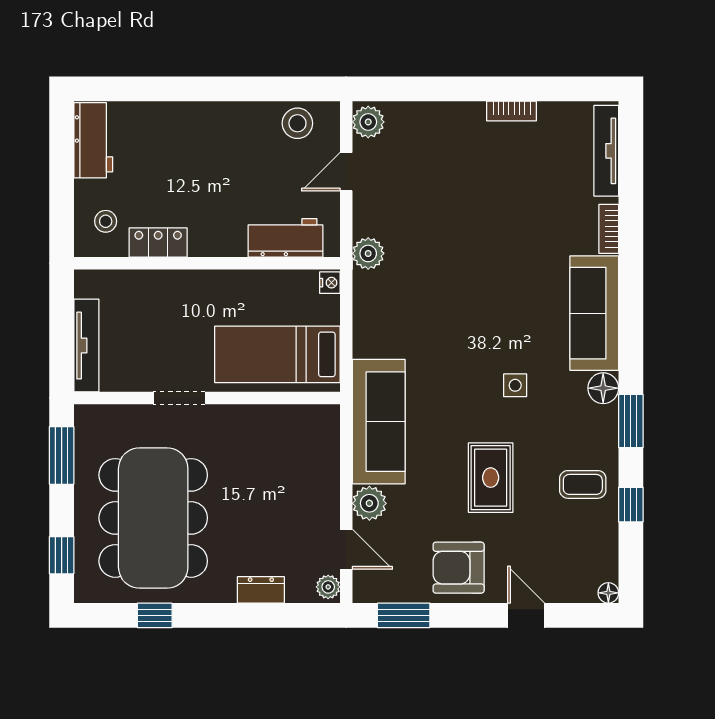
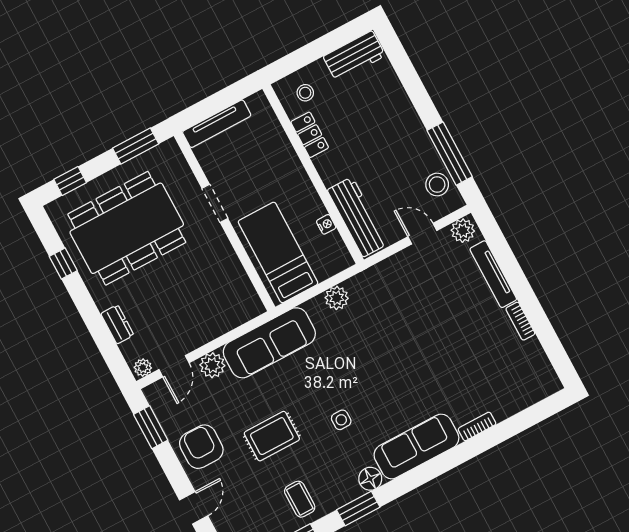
window: (269, 89) -> (450, 154), added
tv unit: (606, 151) -> (493, 274), moved, turned -90
workbench: (286, 238) -> (357, 217), width x1.38
plant: (368, 253) -> (337, 298), moved
nightstand: (330, 283) -> (326, 224), moved, turned -90

